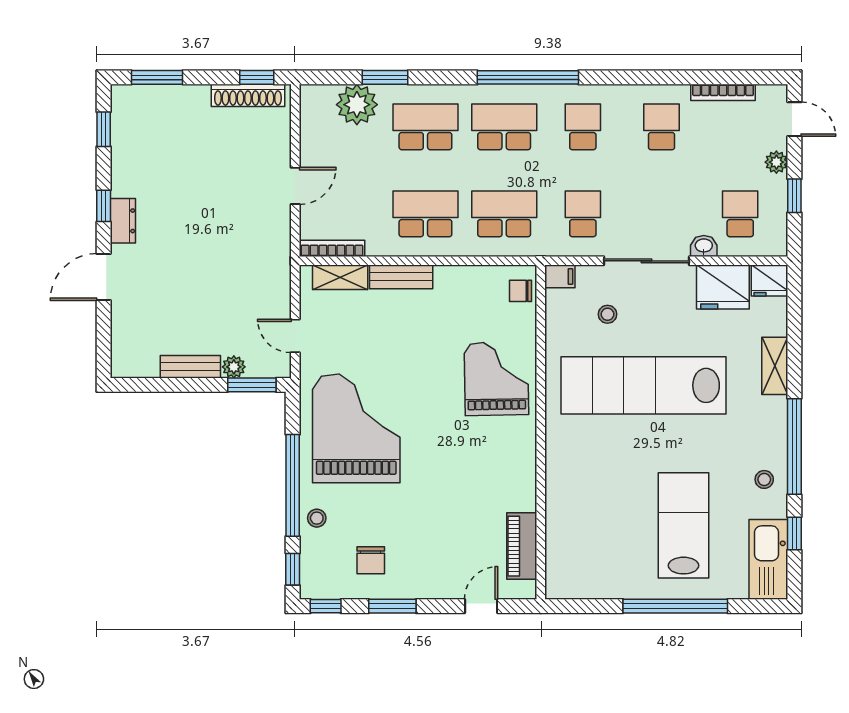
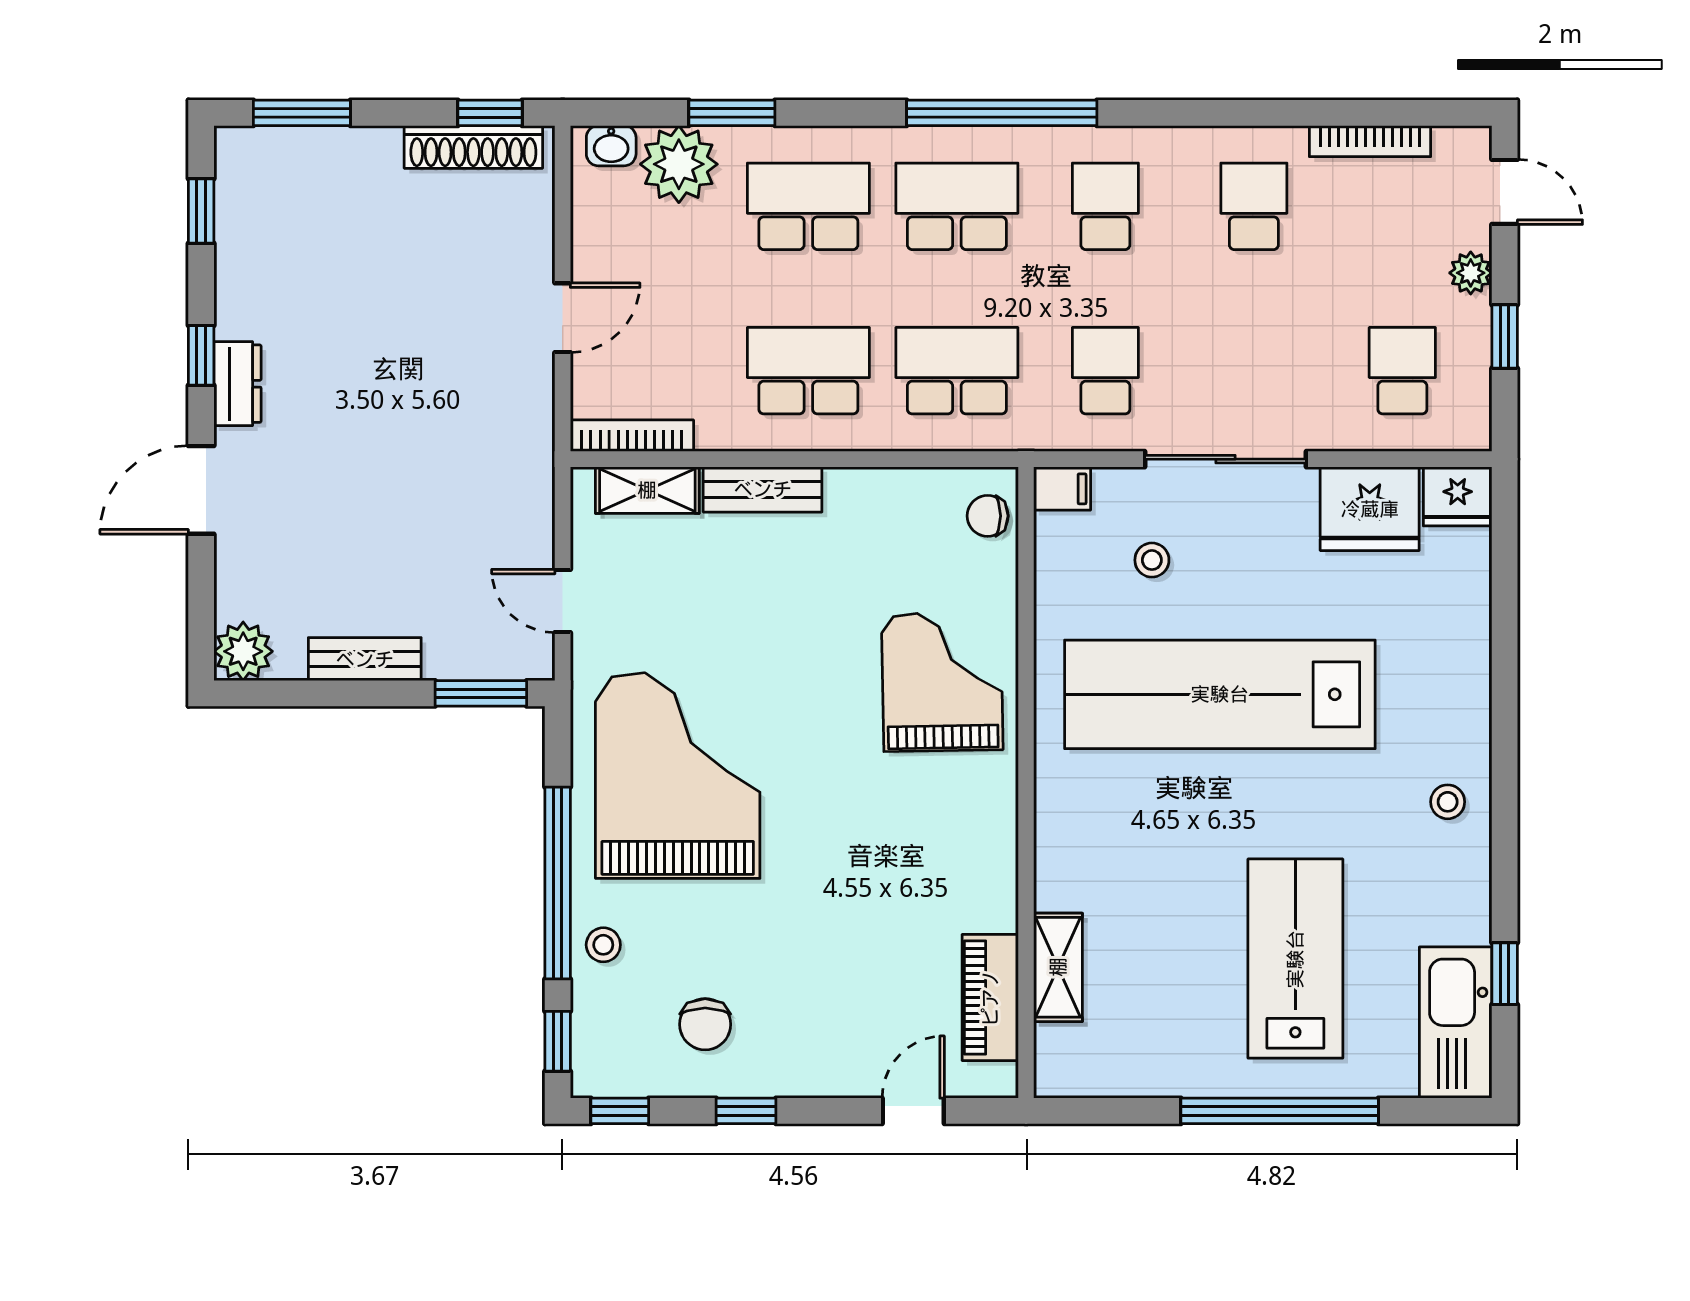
washbasin: (704, 246) -> (611, 146), moved, turned 180
shelving: (775, 366) -> (1058, 967), moved
plant: (234, 367) -> (243, 651), moved, width x1.38, depth x1.38
window: (794, 447) -> (1505, 810), removed
stool: (764, 479) -> (1448, 802), moved
window: (392, 606) -> (746, 1111), width x0.67

